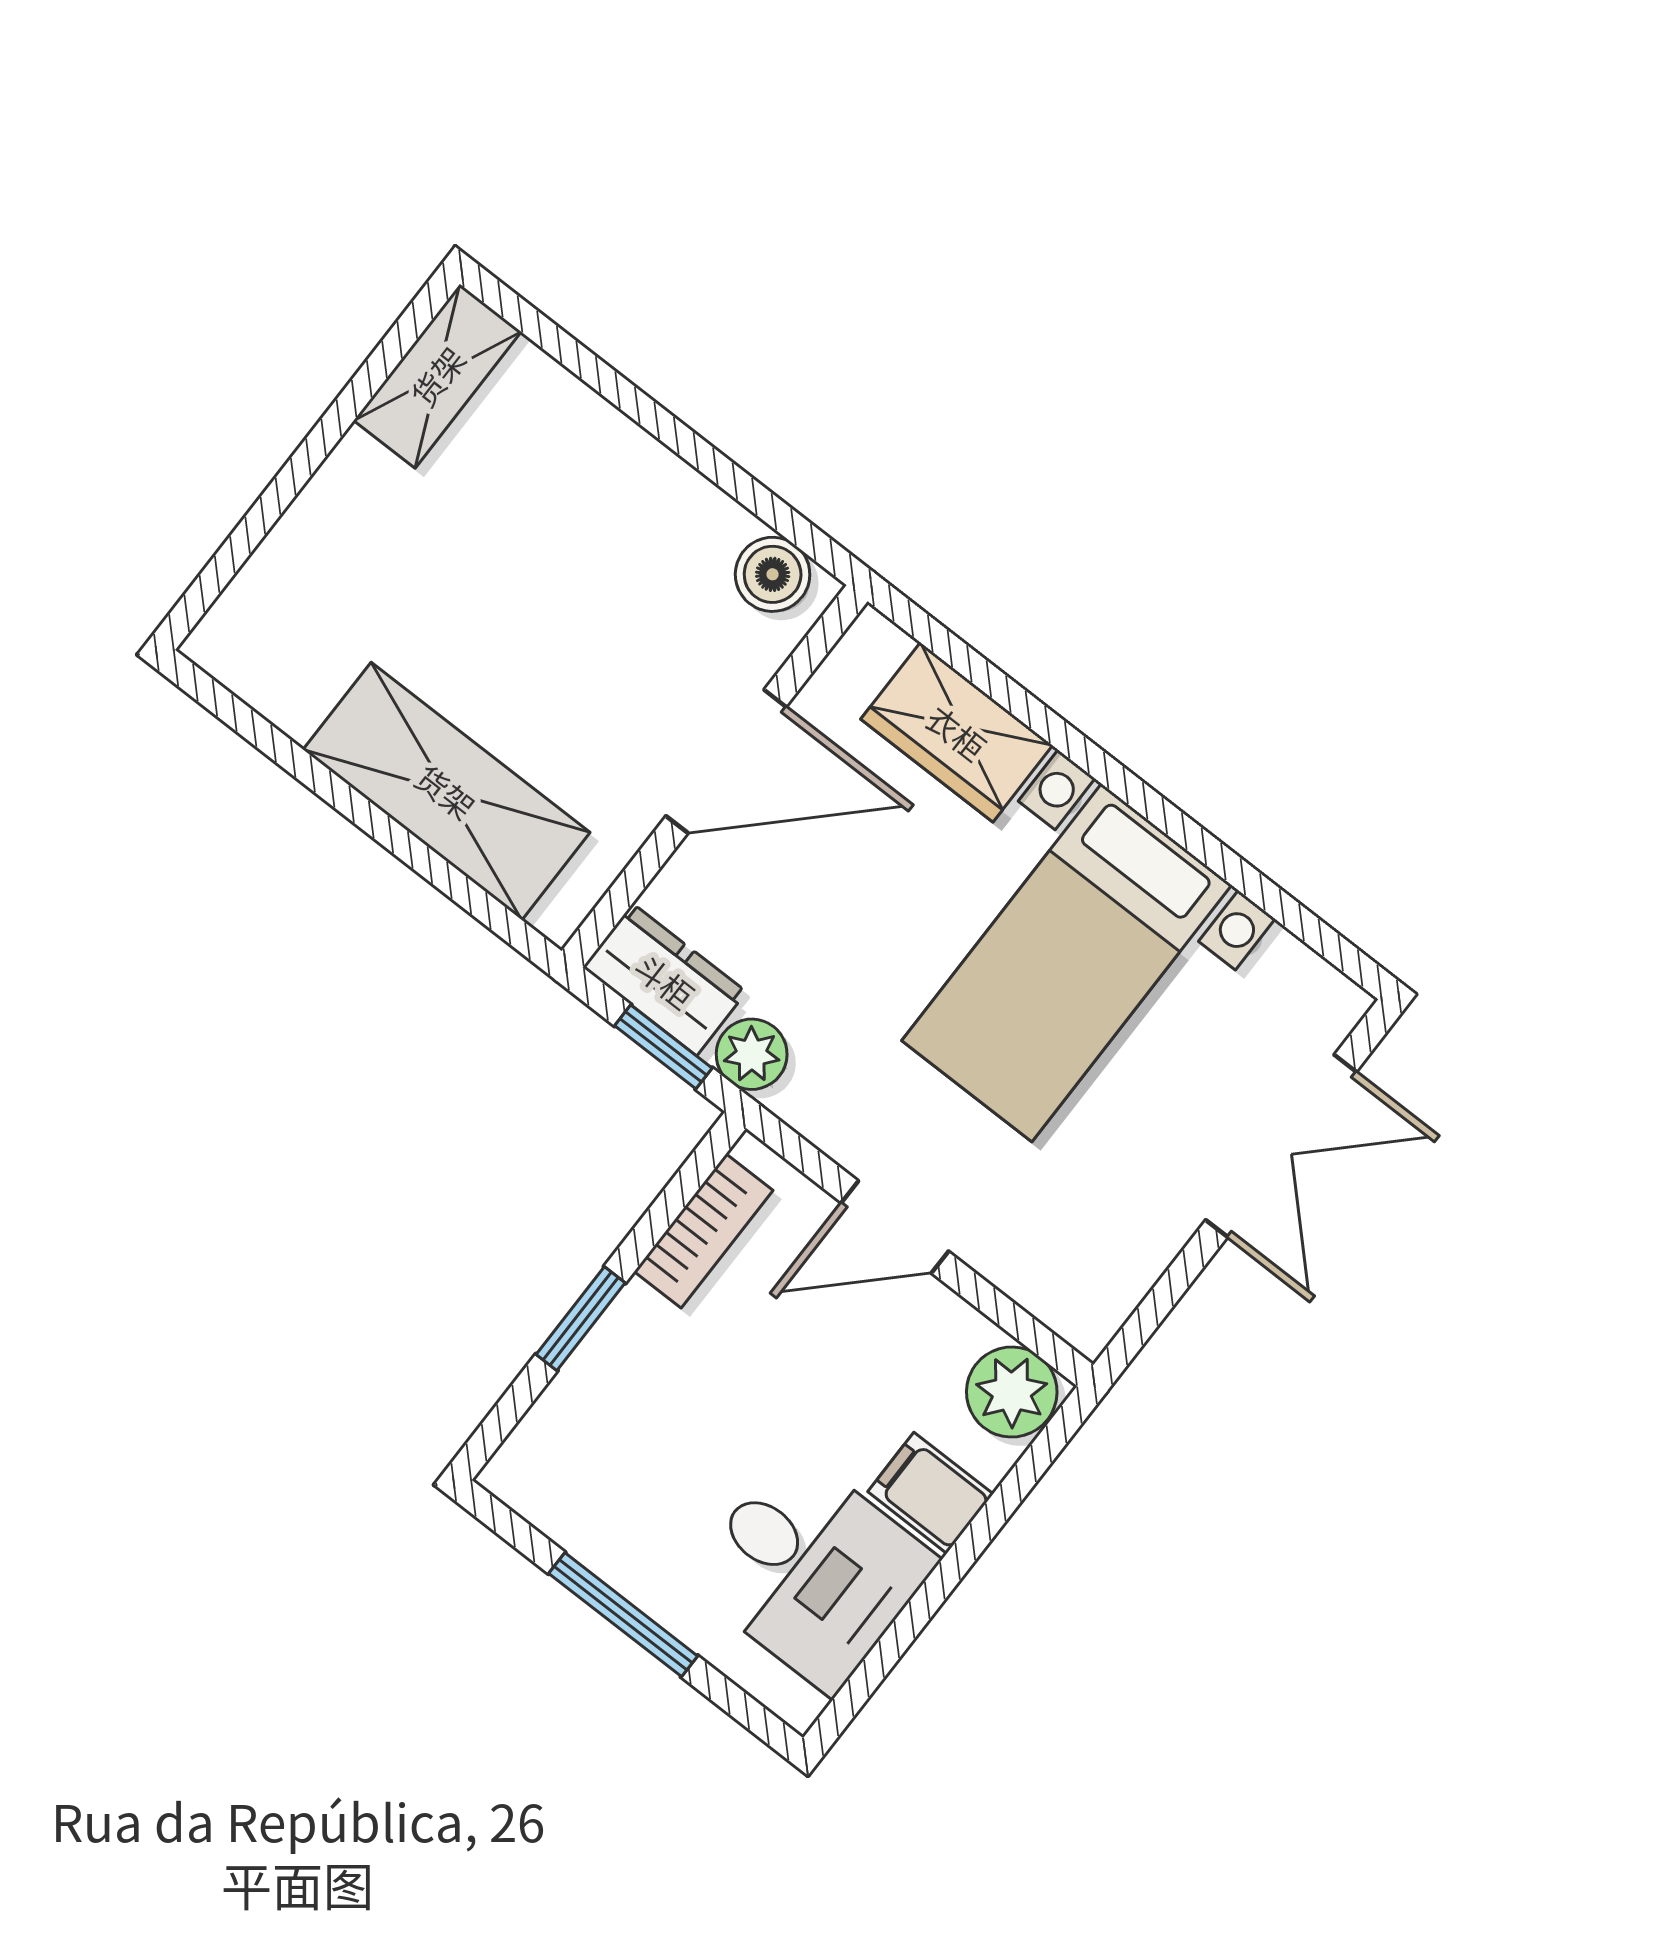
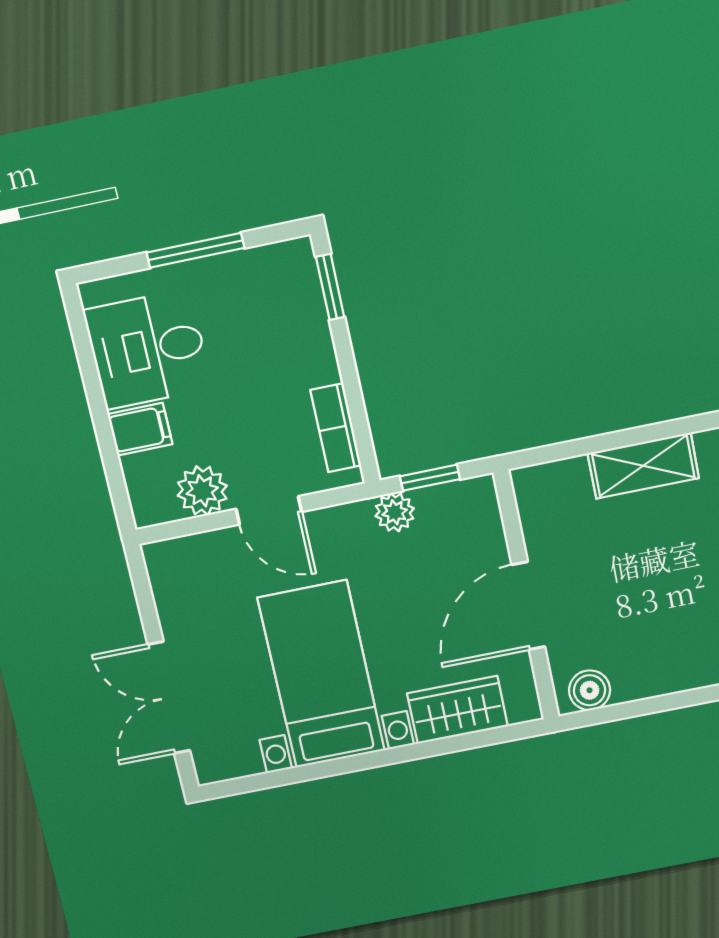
shelving: (446, 791) -> (643, 466), width x0.67, depth x0.75
dresser: (665, 980) -> (458, 502), removed
door: (895, 1227) -> (269, 510), swing flipped
window: (581, 1319) -> (330, 287), moved
plant: (1012, 1392) -> (202, 491), moved

